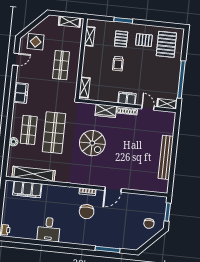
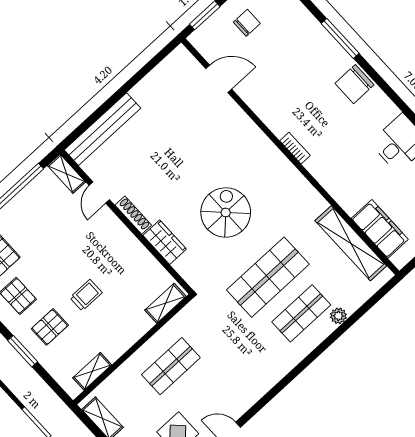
freezer: (21, 93) -> (265, 377), removed
filing cabinet: (127, 98) -> (118, 233), removed
bench: (166, 157) -> (103, 129), moved
door: (113, 189) -> (219, 79), moved
chair: (87, 212) -> (354, 84), moved, turned 180

